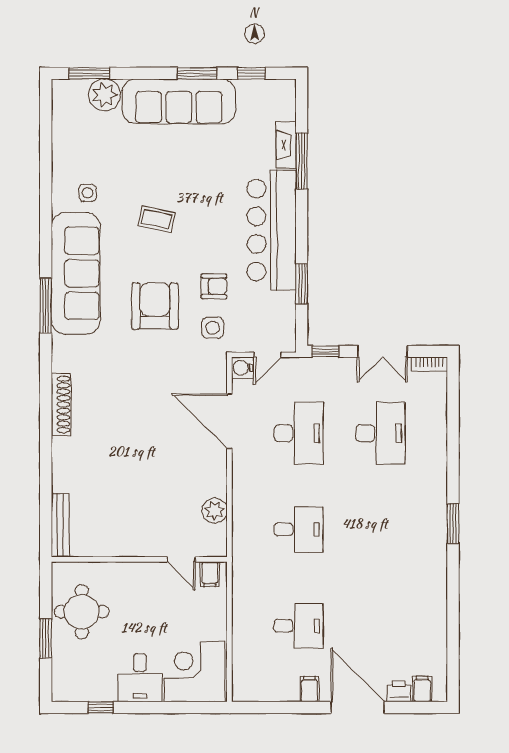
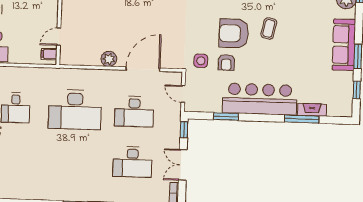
sofa: (179, 101) -> (344, 45), width x0.74, depth x0.79
armchair: (155, 306) -> (234, 33), moved, turned 180
water cooler: (242, 368) -> (176, 78), removed
plant: (215, 511) -> (109, 59), moved
desk: (299, 529) -> (75, 110), width x1.87, depth x1.30

